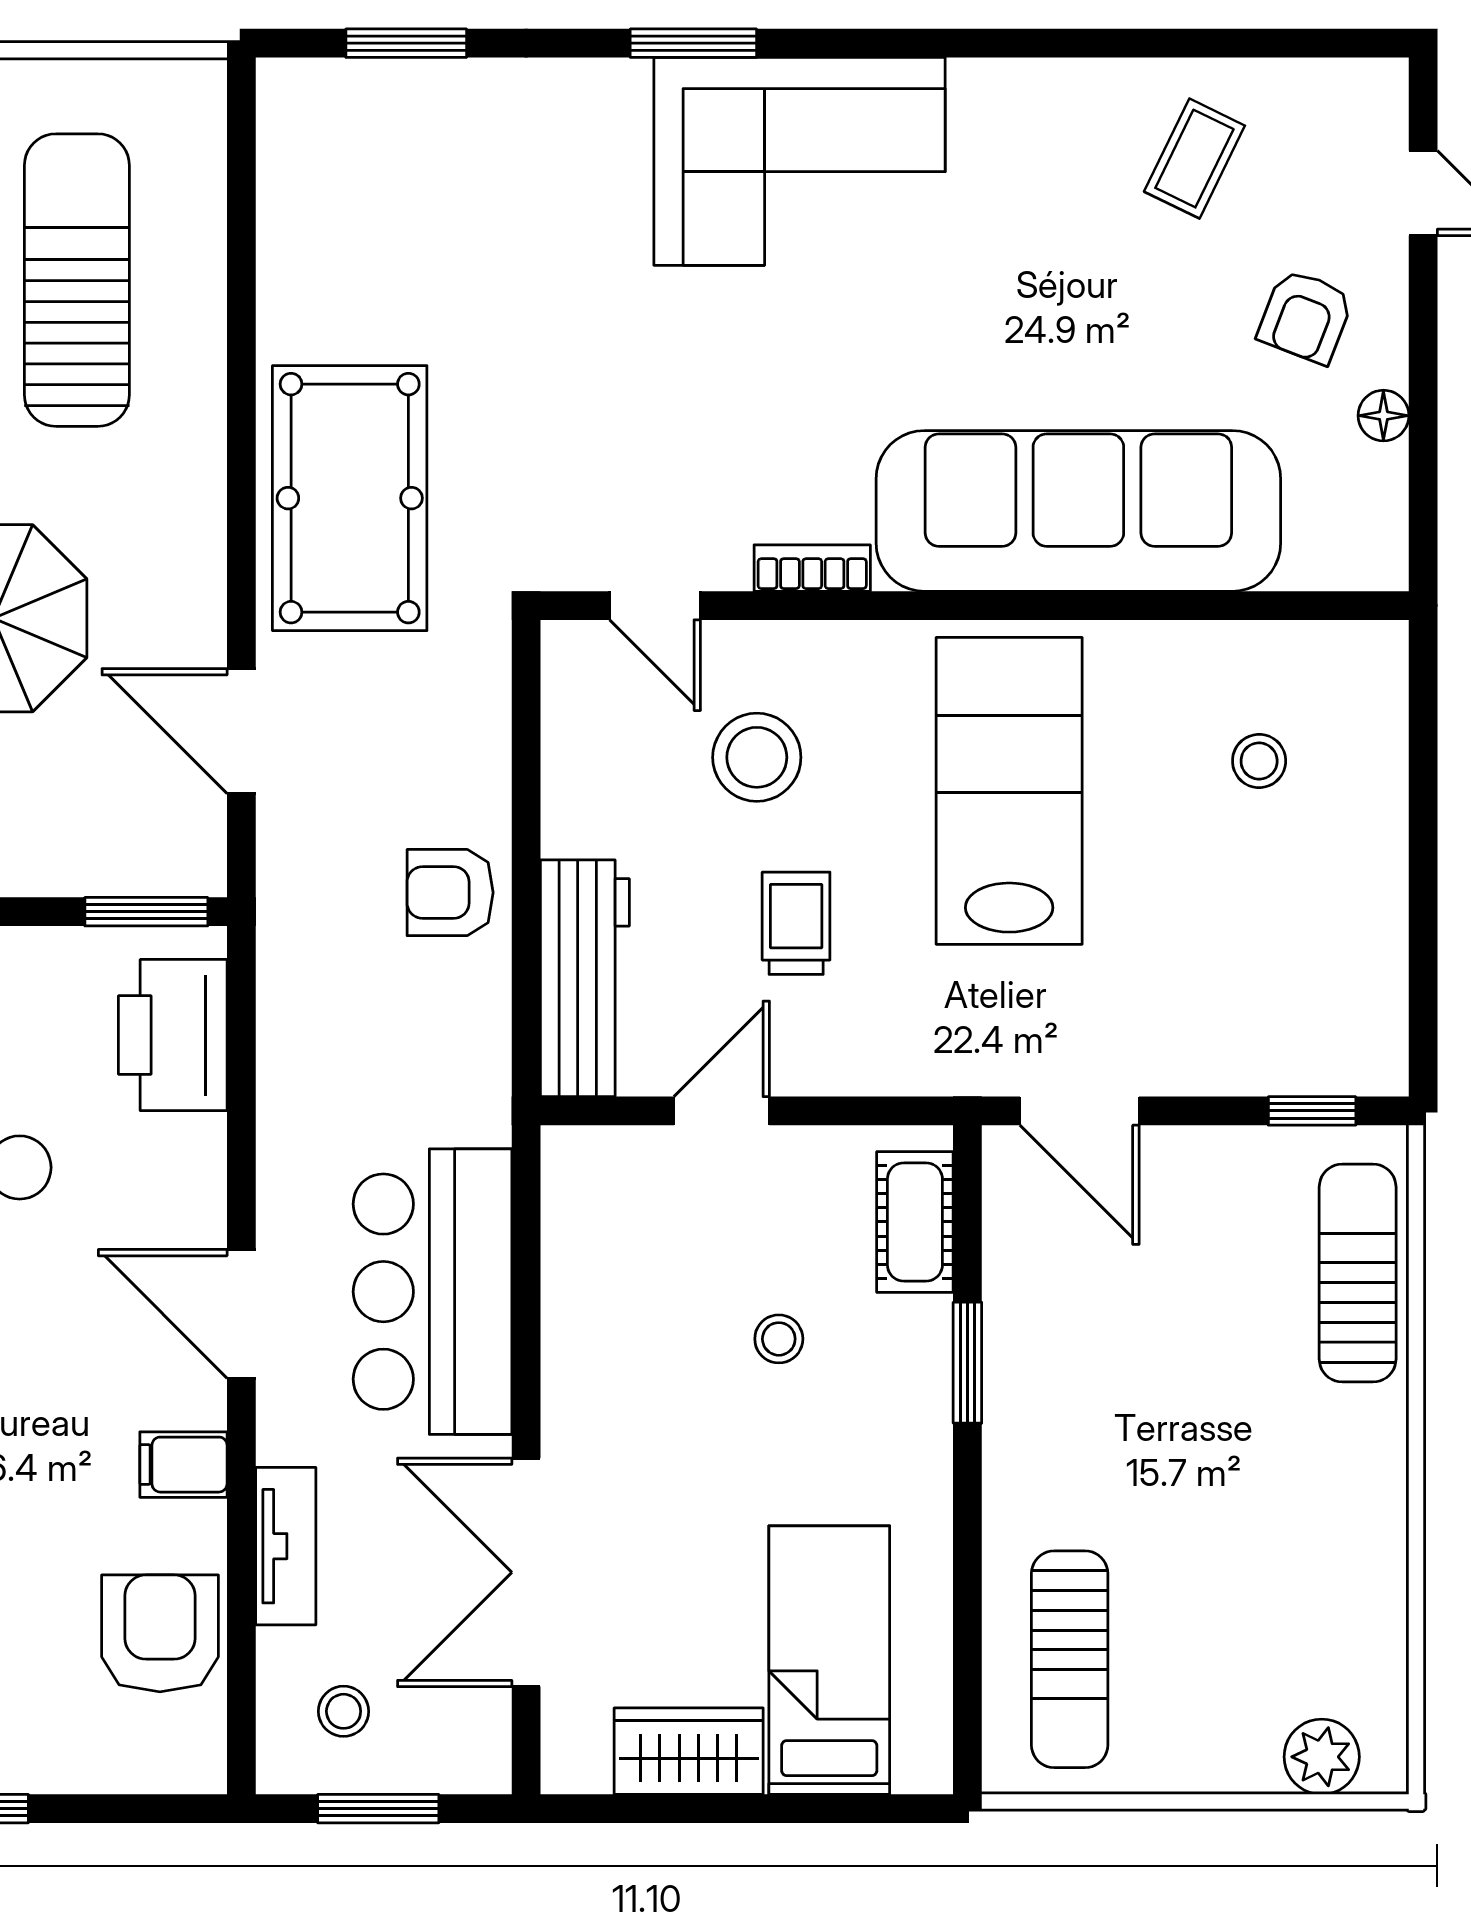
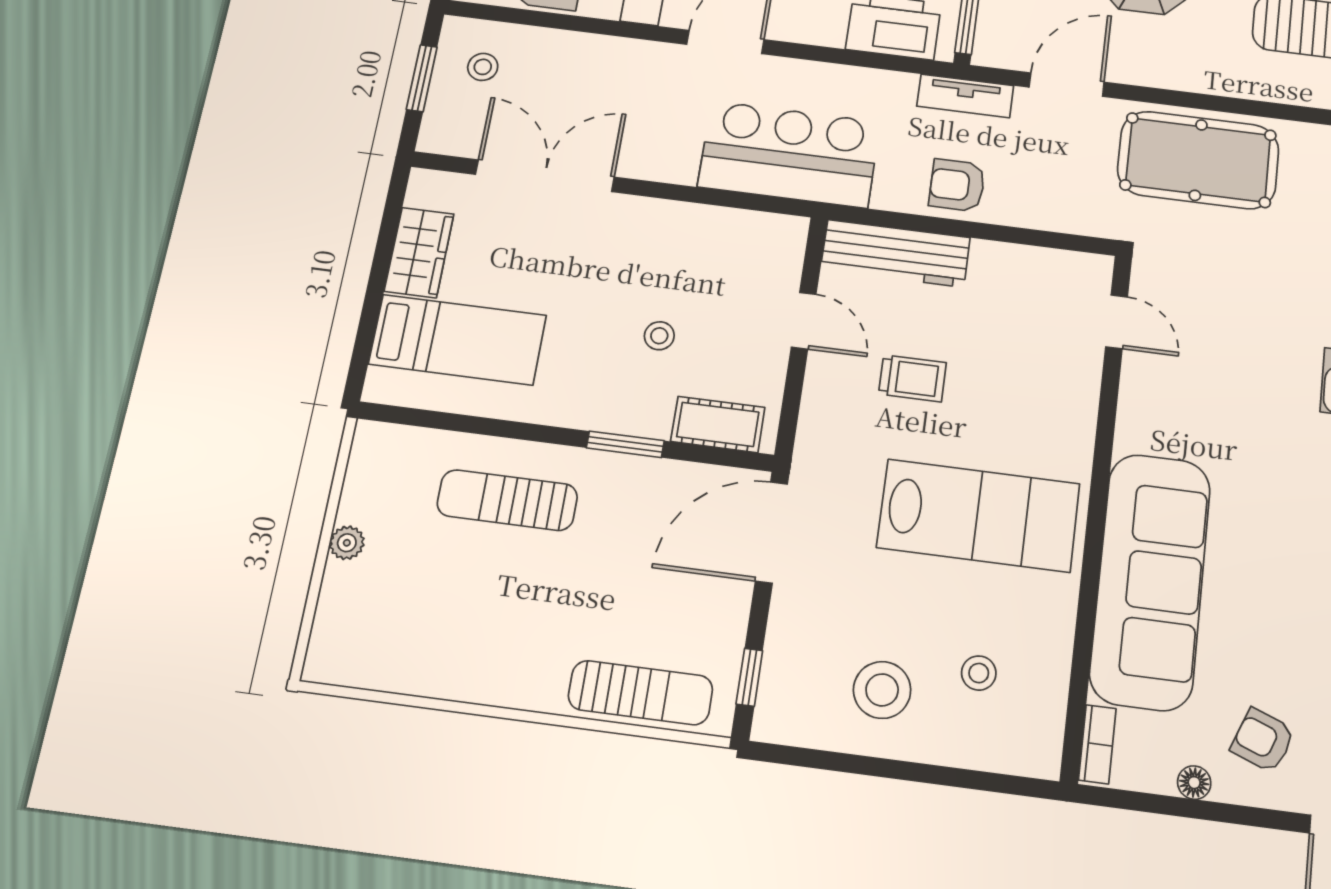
bookcase: (812, 568) -> (1097, 744), moved
door: (655, 606) -> (1117, 322), swing flipped
stool: (757, 757) -> (882, 690), moved
armchair: (450, 893) -> (957, 185), turned -90
door: (1079, 1111) -> (771, 532), width x1.36
bar counter: (432, 1292) -> (789, 154), moved
tv unit: (286, 1546) -> (965, 96), moved
sun lounger: (1070, 1659) -> (507, 500), moved
plant: (1322, 1757) -> (347, 543), moved, width x0.73, depth x0.73

